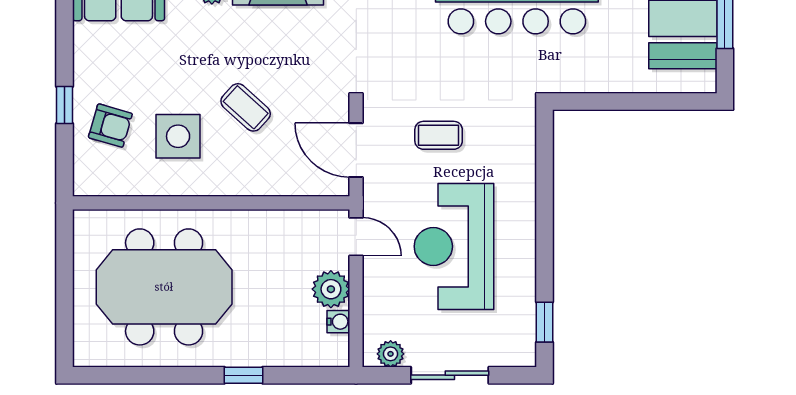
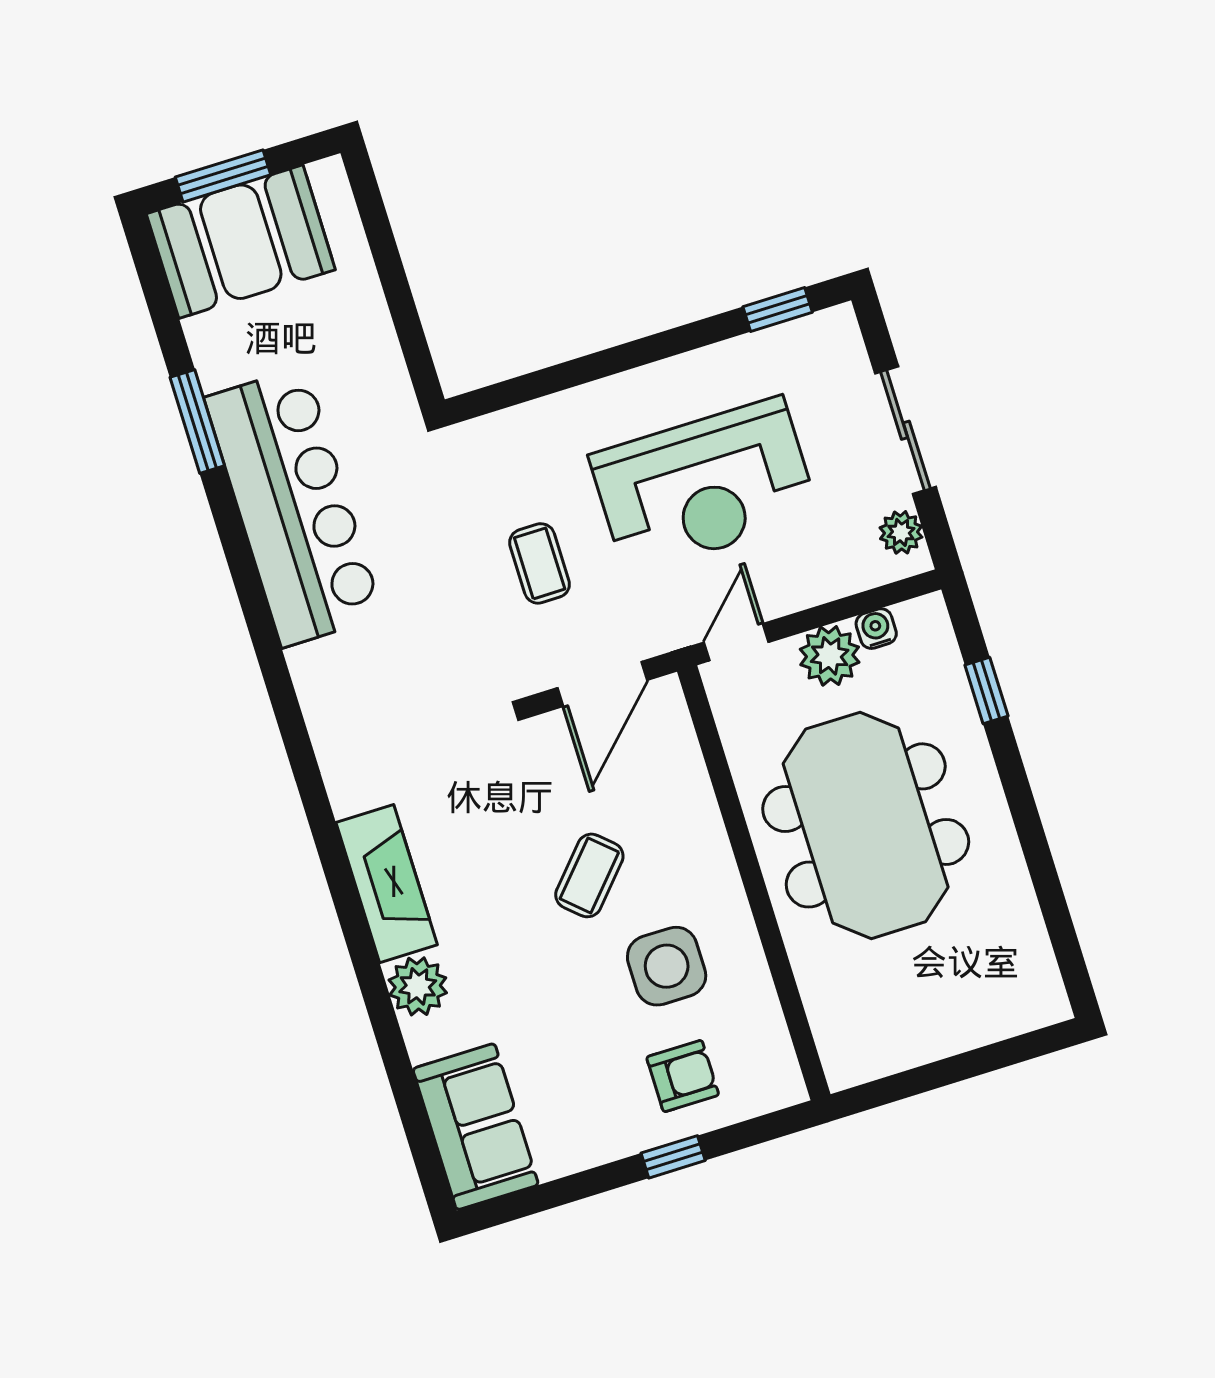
armchair: (110, 126) -> (683, 1076), turned 74
meeting table: (164, 287) -> (866, 825), moved
window: (244, 375) -> (986, 690), moved

